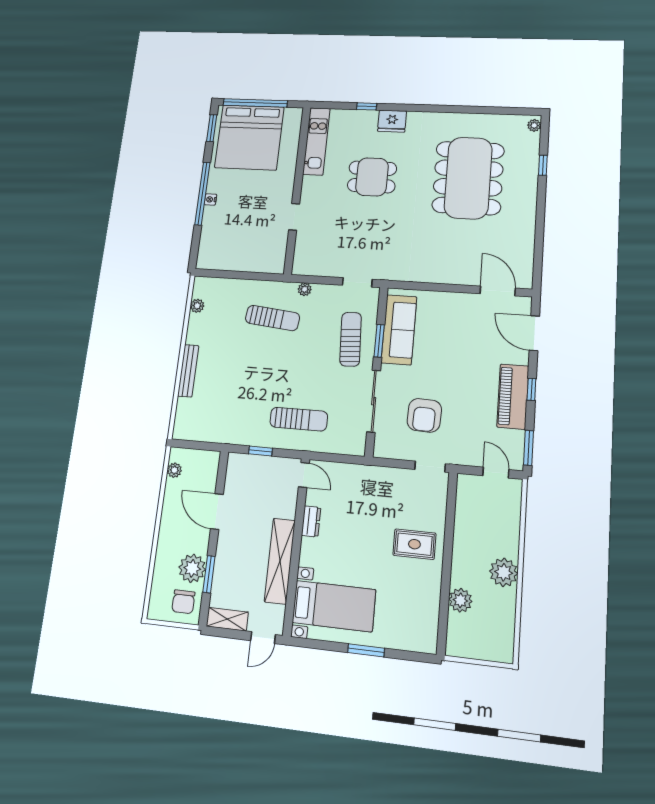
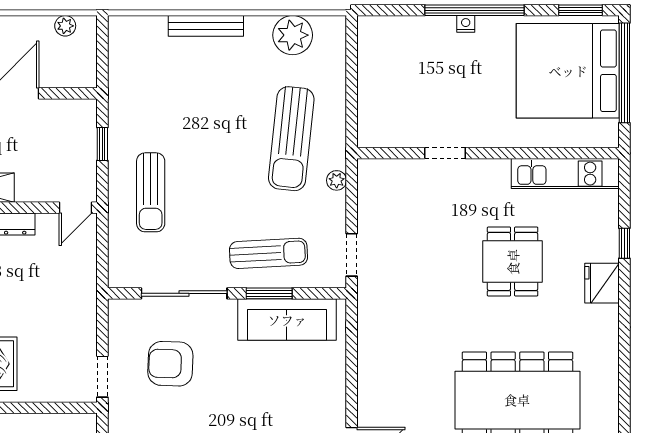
plant: (197, 306) -> (293, 35), width x1.88, depth x1.88
sun lounger: (272, 318) -> (291, 139), width x1.36, depth x1.34

